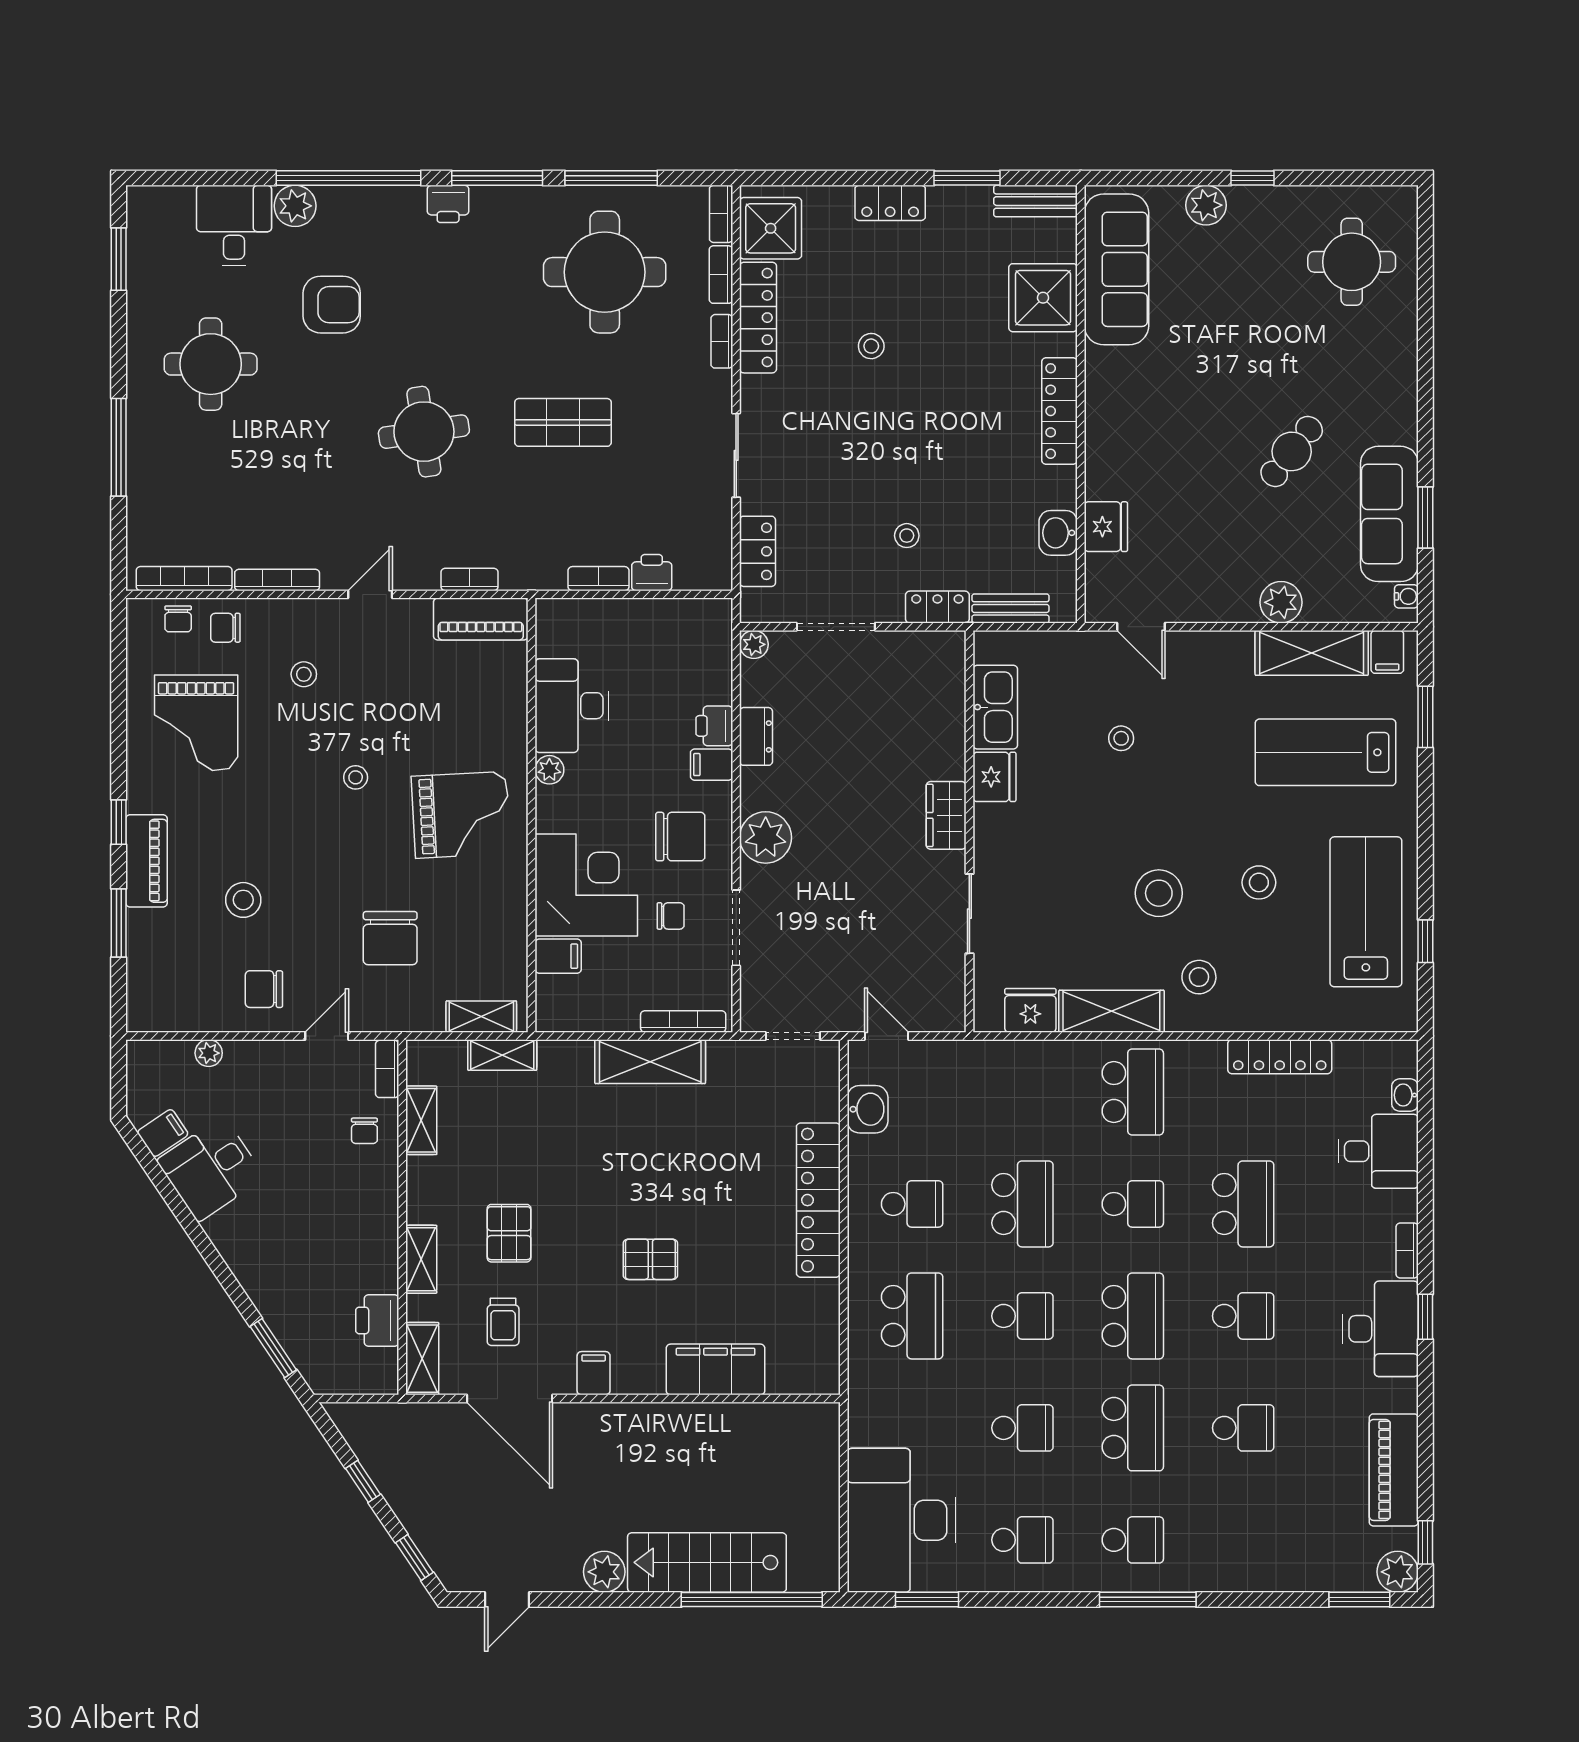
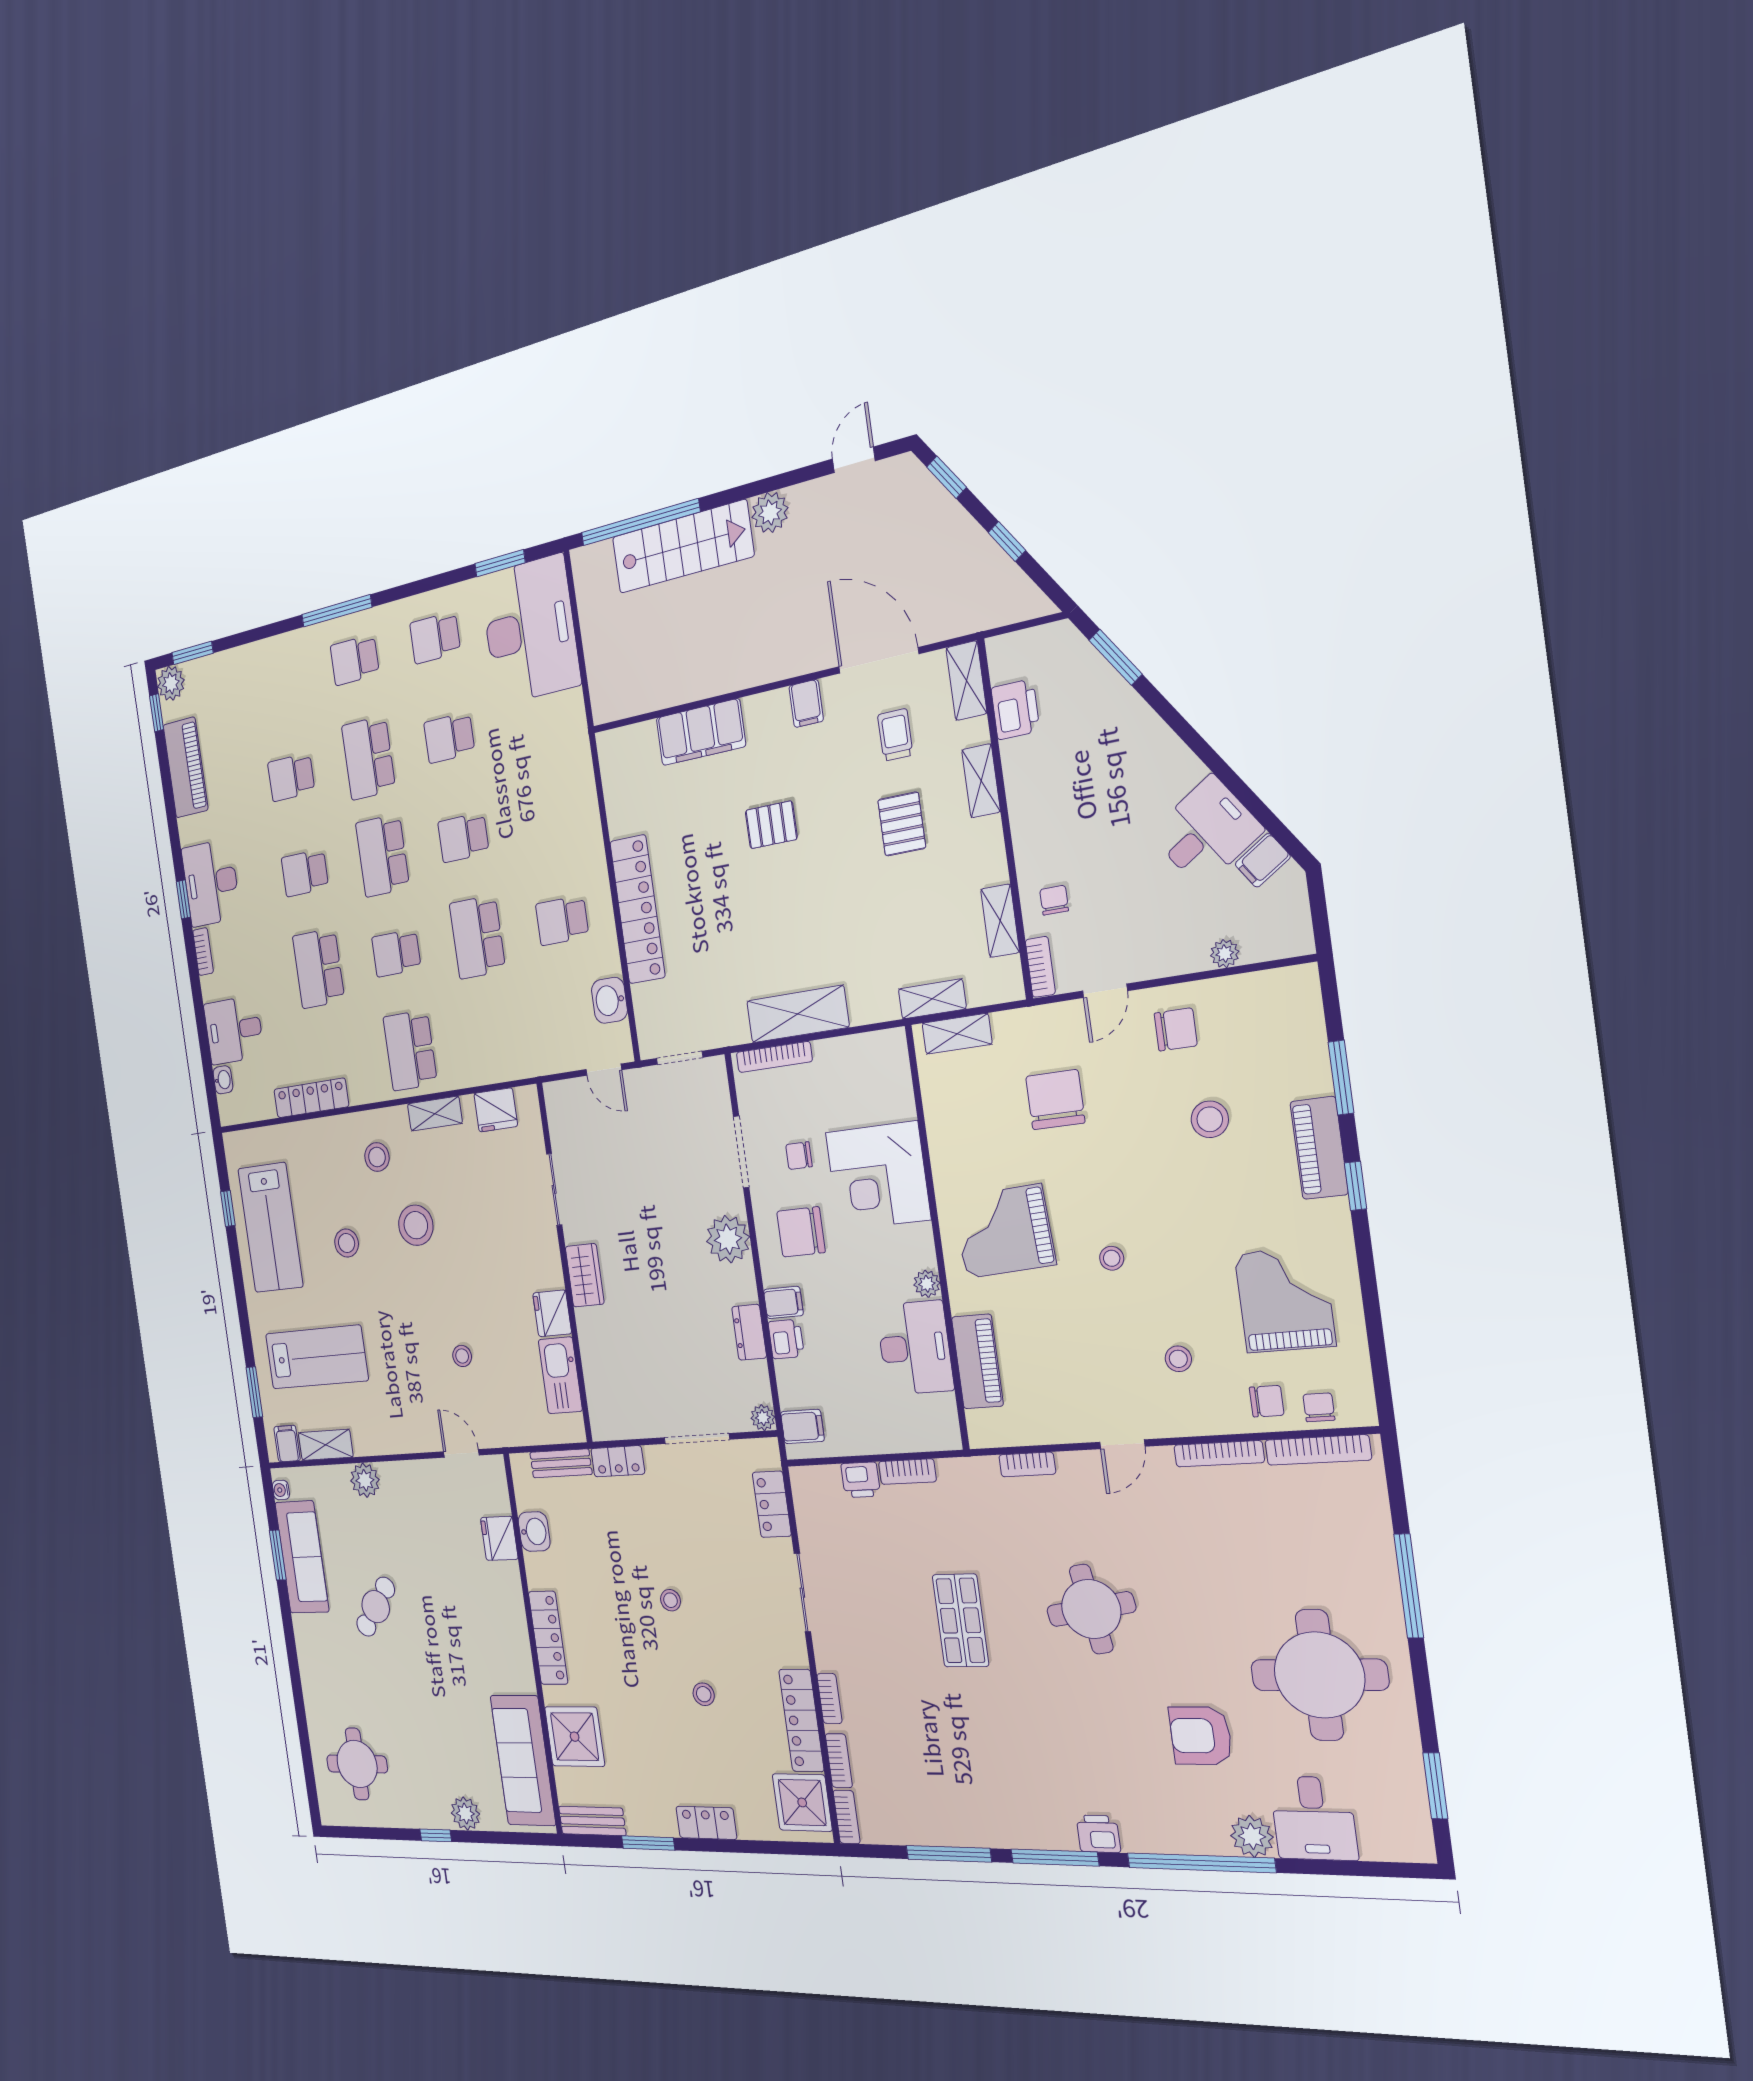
round table: (605, 272) -> (942, 1764), removed
round table: (211, 364) -> (1319, 1675), width x1.36, depth x1.36
shop shelf: (563, 422) -> (960, 1620), turned 90
stool: (907, 536) -> (671, 1600), moved
piano: (481, 619) -> (977, 1361), moved, turned 90
shelving: (1312, 653) -> (326, 1445), width x0.67, depth x0.75
filing cabinet: (558, 956) -> (802, 1427), moved, turned 180
shelving: (1111, 1011) -> (435, 1114), width x0.67, depth x0.75
school desk: (912, 1316) -> (548, 819), removed

